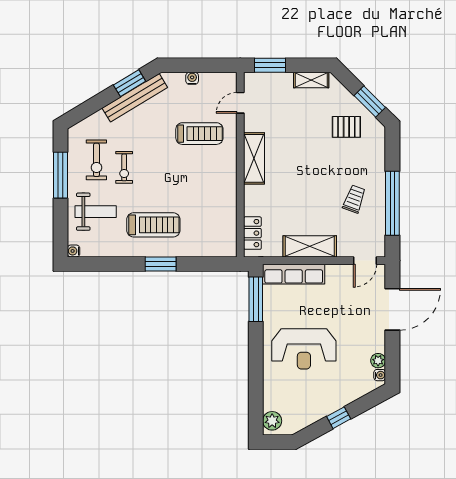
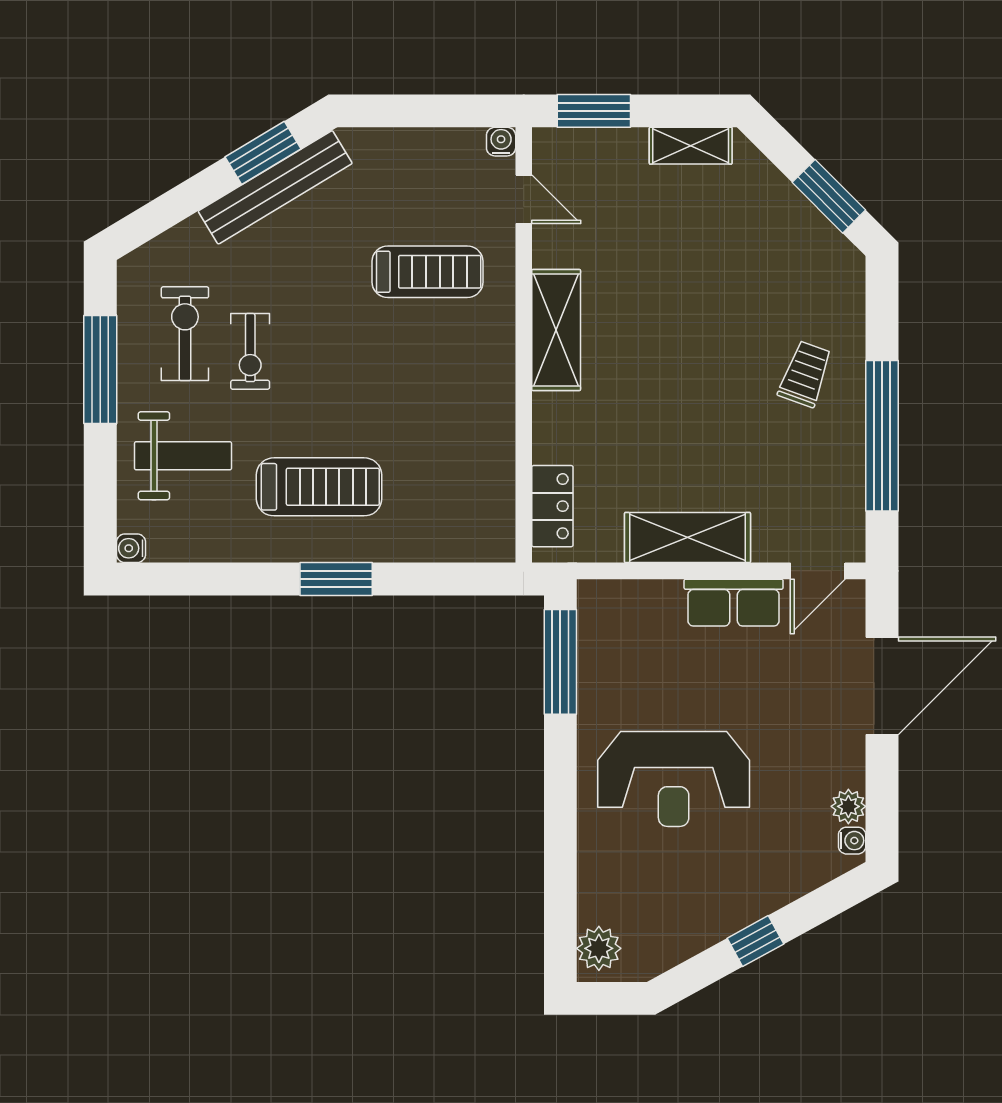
water cooler: (192, 78) -> (501, 142), moved
door: (240, 103) -> (524, 199), swing flipped
pallet: (346, 127) -> (774, 256), removed
exercise bike: (96, 160) -> (185, 334), turned 180
trolley: (354, 199) -> (805, 374), moved
row of seats: (294, 274) -> (734, 603), moved, width x0.68

